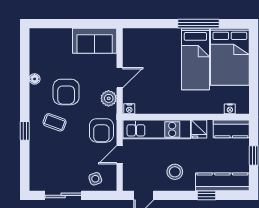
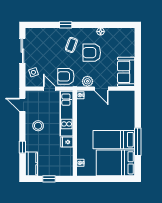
kitchen counter: (231, 129) -> (67, 164), removed
kitchen counter: (222, 182) -> (31, 164), width x0.67

